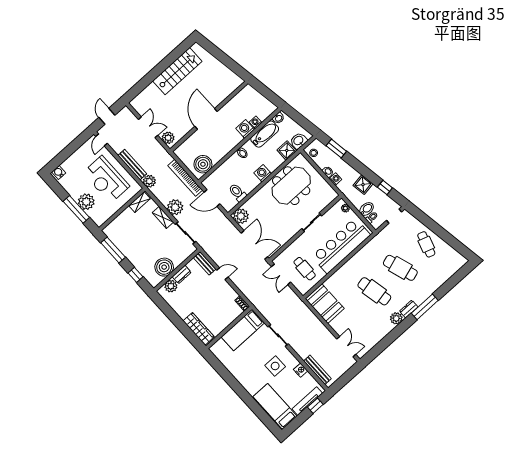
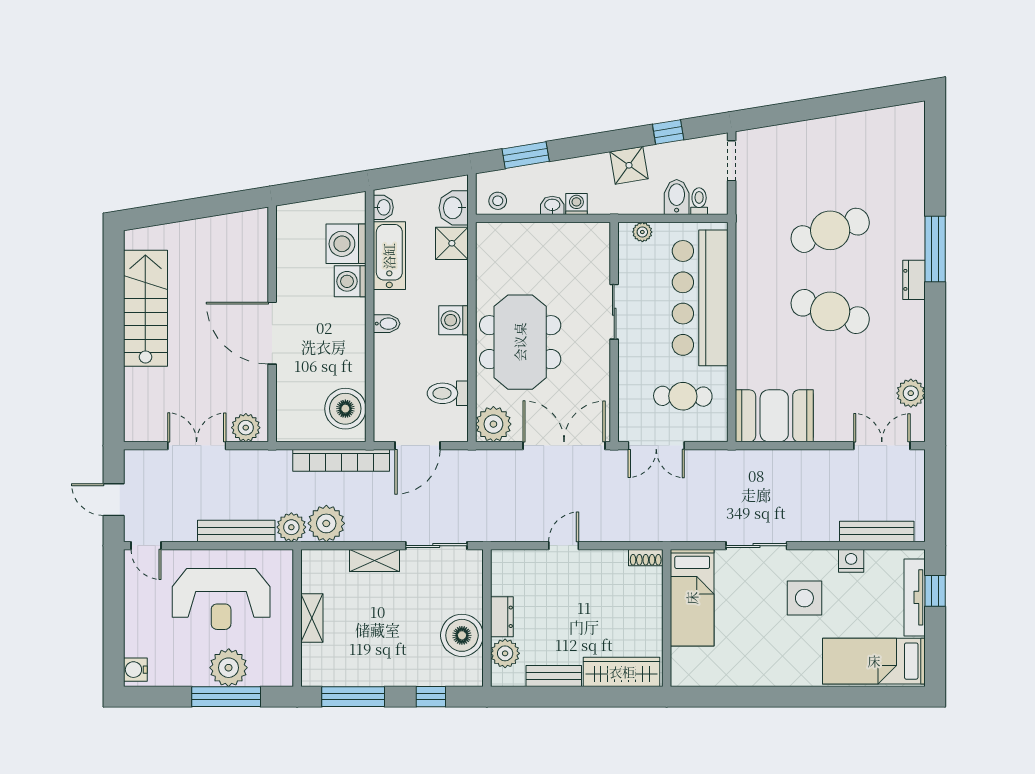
washing machine: (256, 122) -> (346, 244), width x1.89, depth x1.89
meeting table: (291, 186) -> (520, 342), moved
shelving: (139, 202) -> (312, 618), moved
plant: (175, 207) -> (326, 523), moved
cafe table: (426, 244) -> (830, 149), removed
bench: (205, 263) -> (554, 676), moved
cafe table: (374, 291) -> (830, 311), turned 30
plant: (396, 318) -> (911, 393), moved

